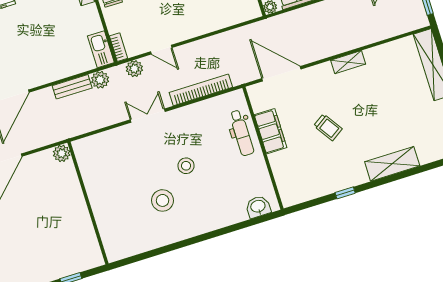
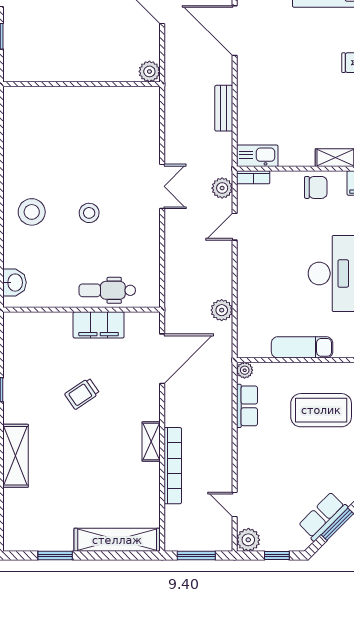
plant: (100, 80) -> (222, 310), moved
bookcase: (201, 90) -> (173, 466), moved
stool: (163, 200) -> (32, 212), moved

